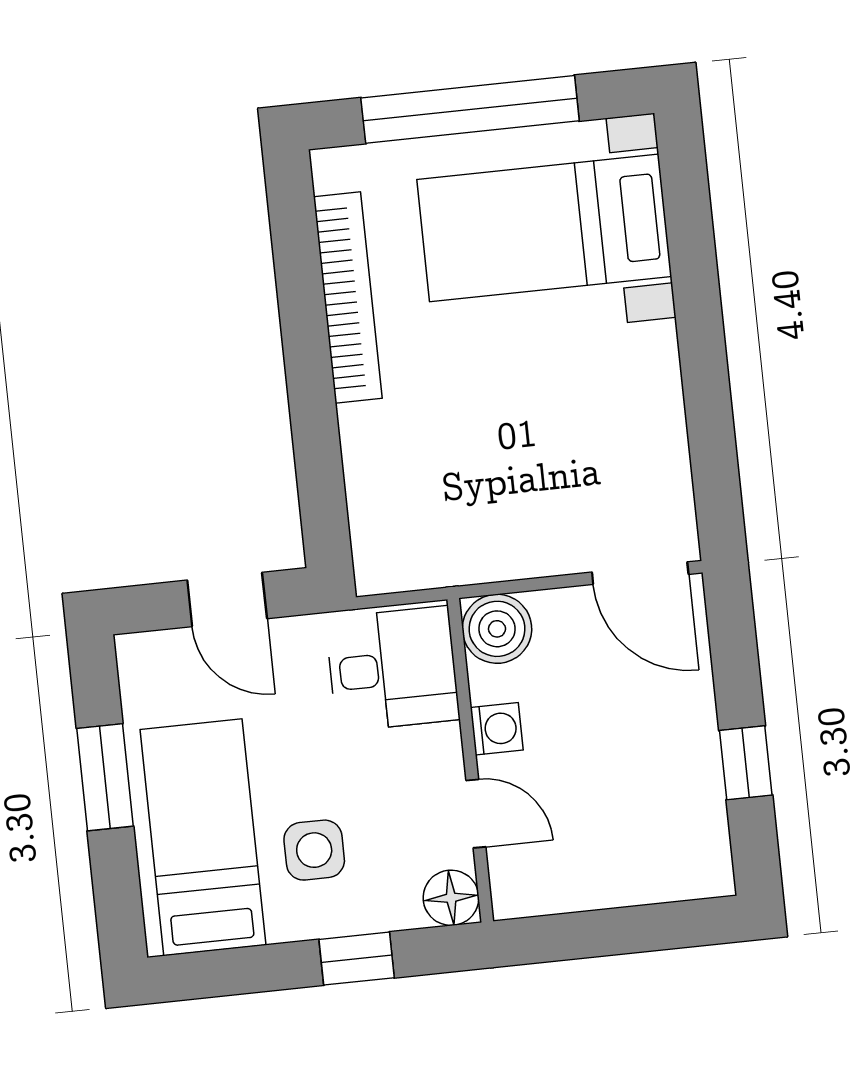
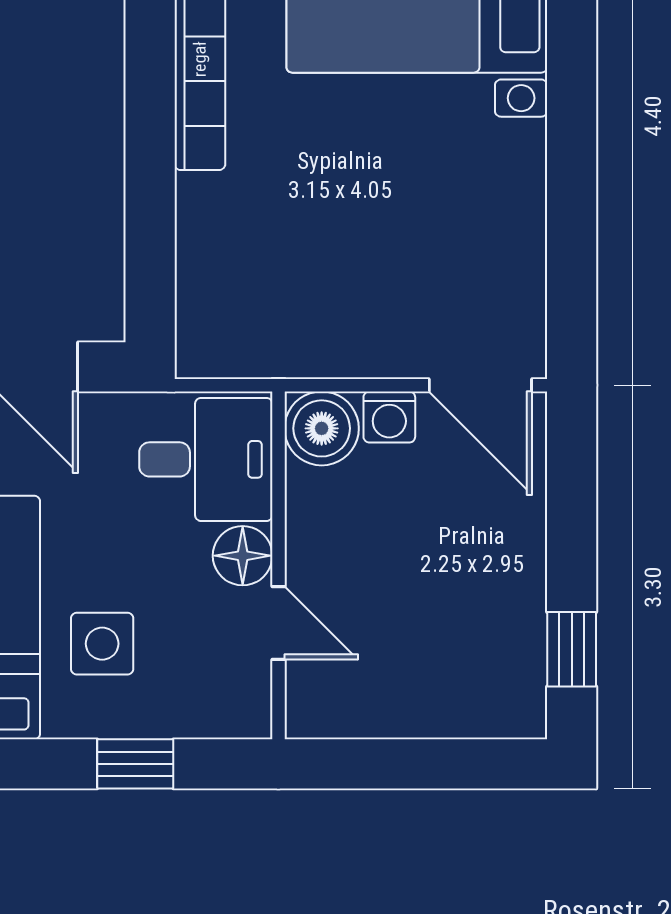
washing machine: (497, 729) -> (389, 417), moved, turned 90
window: (746, 763) -> (572, 649), moved
floor lamp: (451, 898) -> (243, 556), moved

